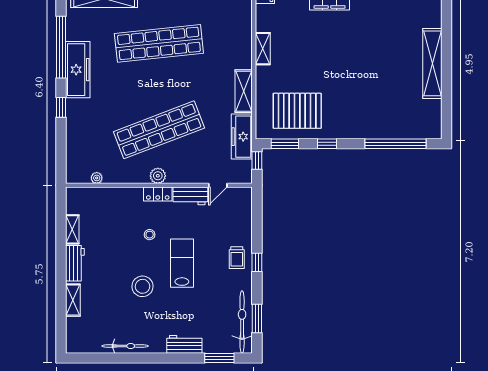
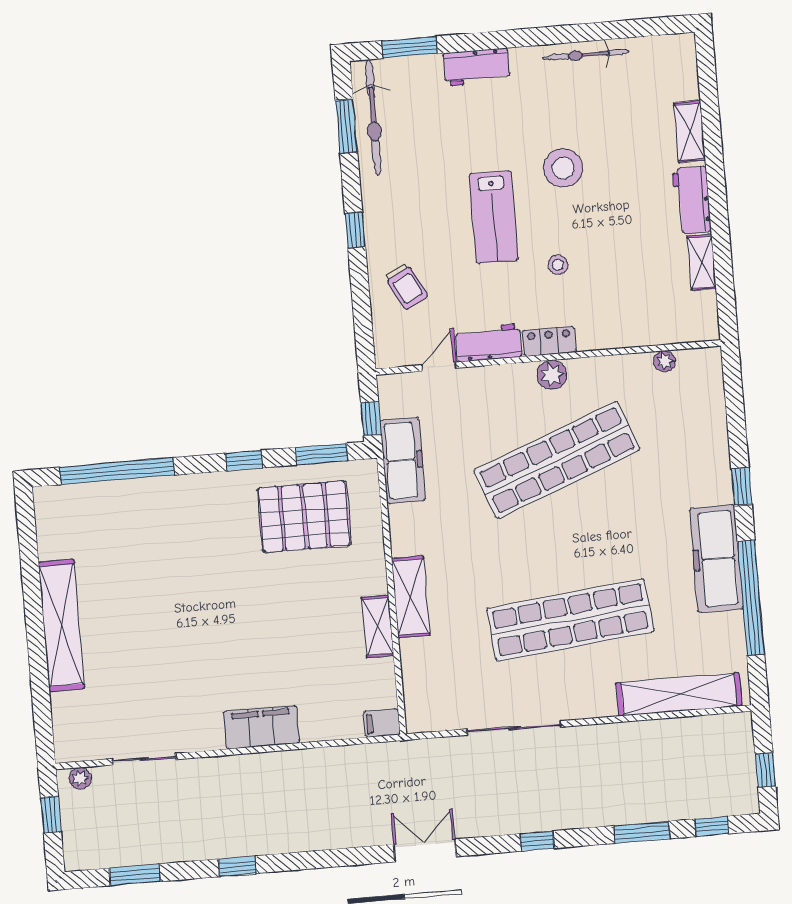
shelving: (244, 91) -> (411, 597), moved
trolley: (237, 258) -> (406, 286), moved, turned 152

